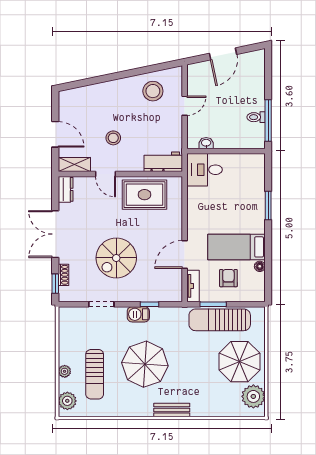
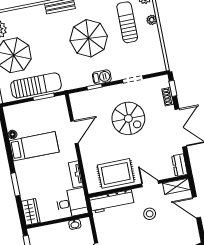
workbench: (163, 162) -> (112, 201), width x1.38
wardrobe: (256, 169) -> (31, 212), added
spiral stairs: (116, 258) -> (128, 118), turned 90
armchair: (228, 278) -> (36, 120), removed
tv unit: (193, 286) -> (76, 174), moved

